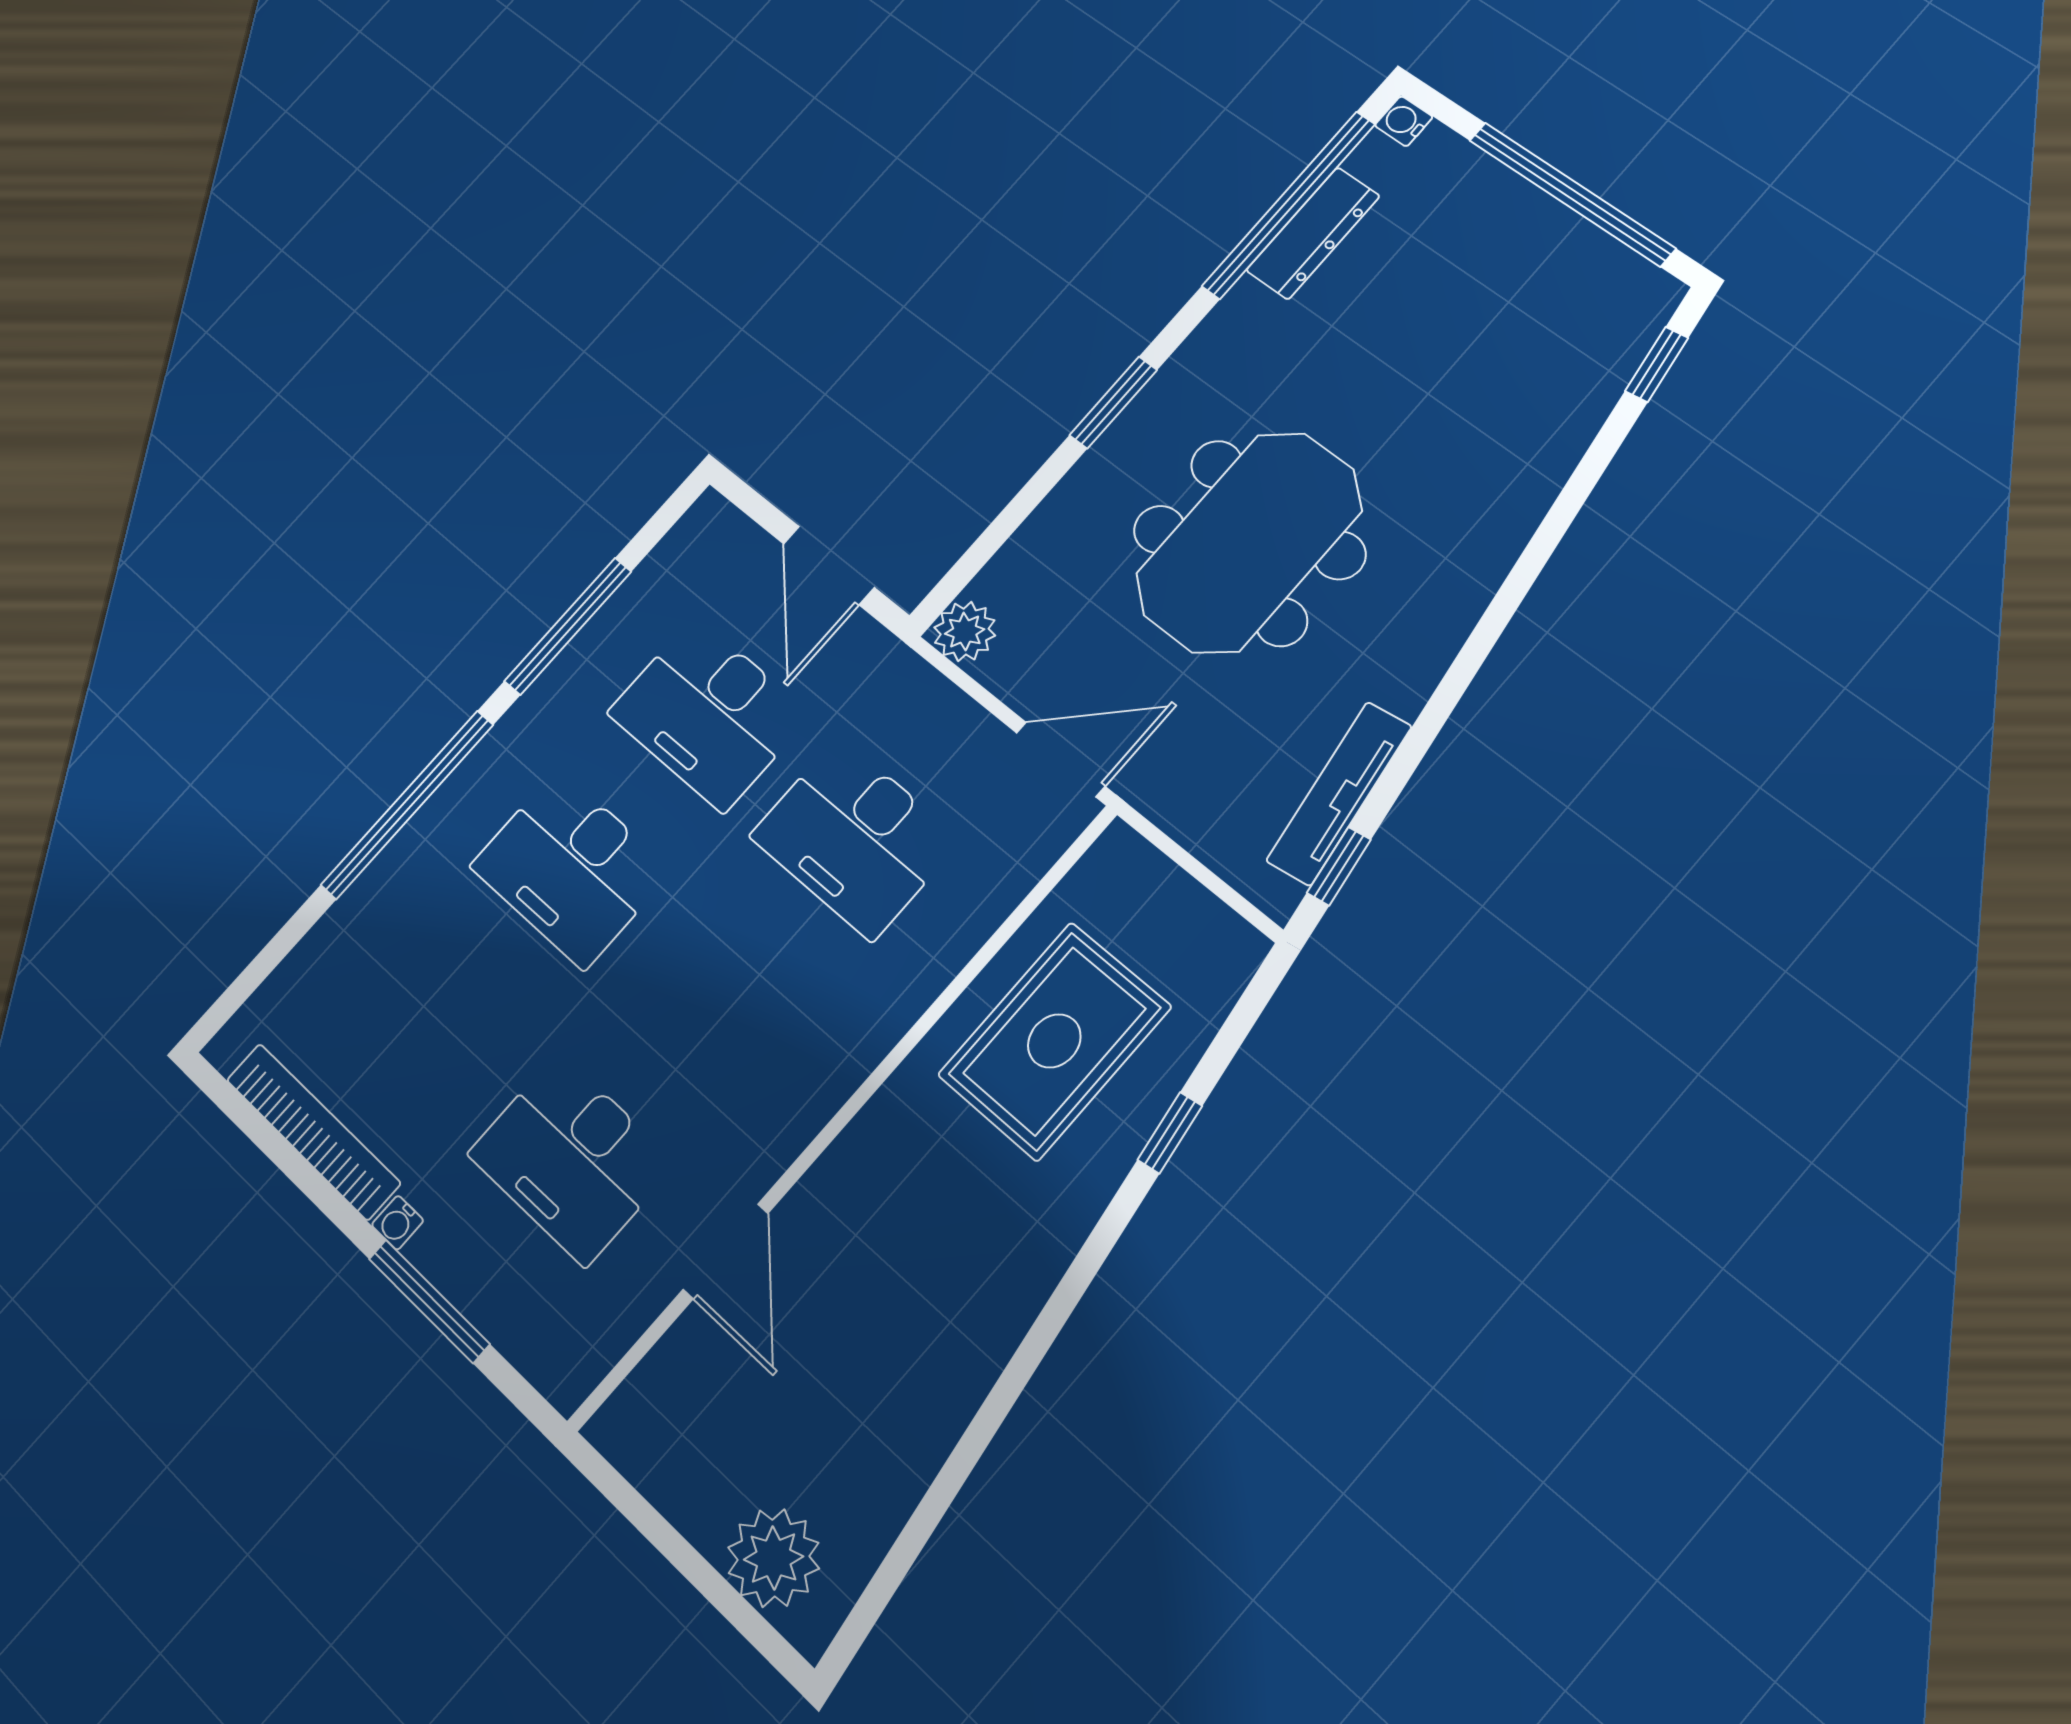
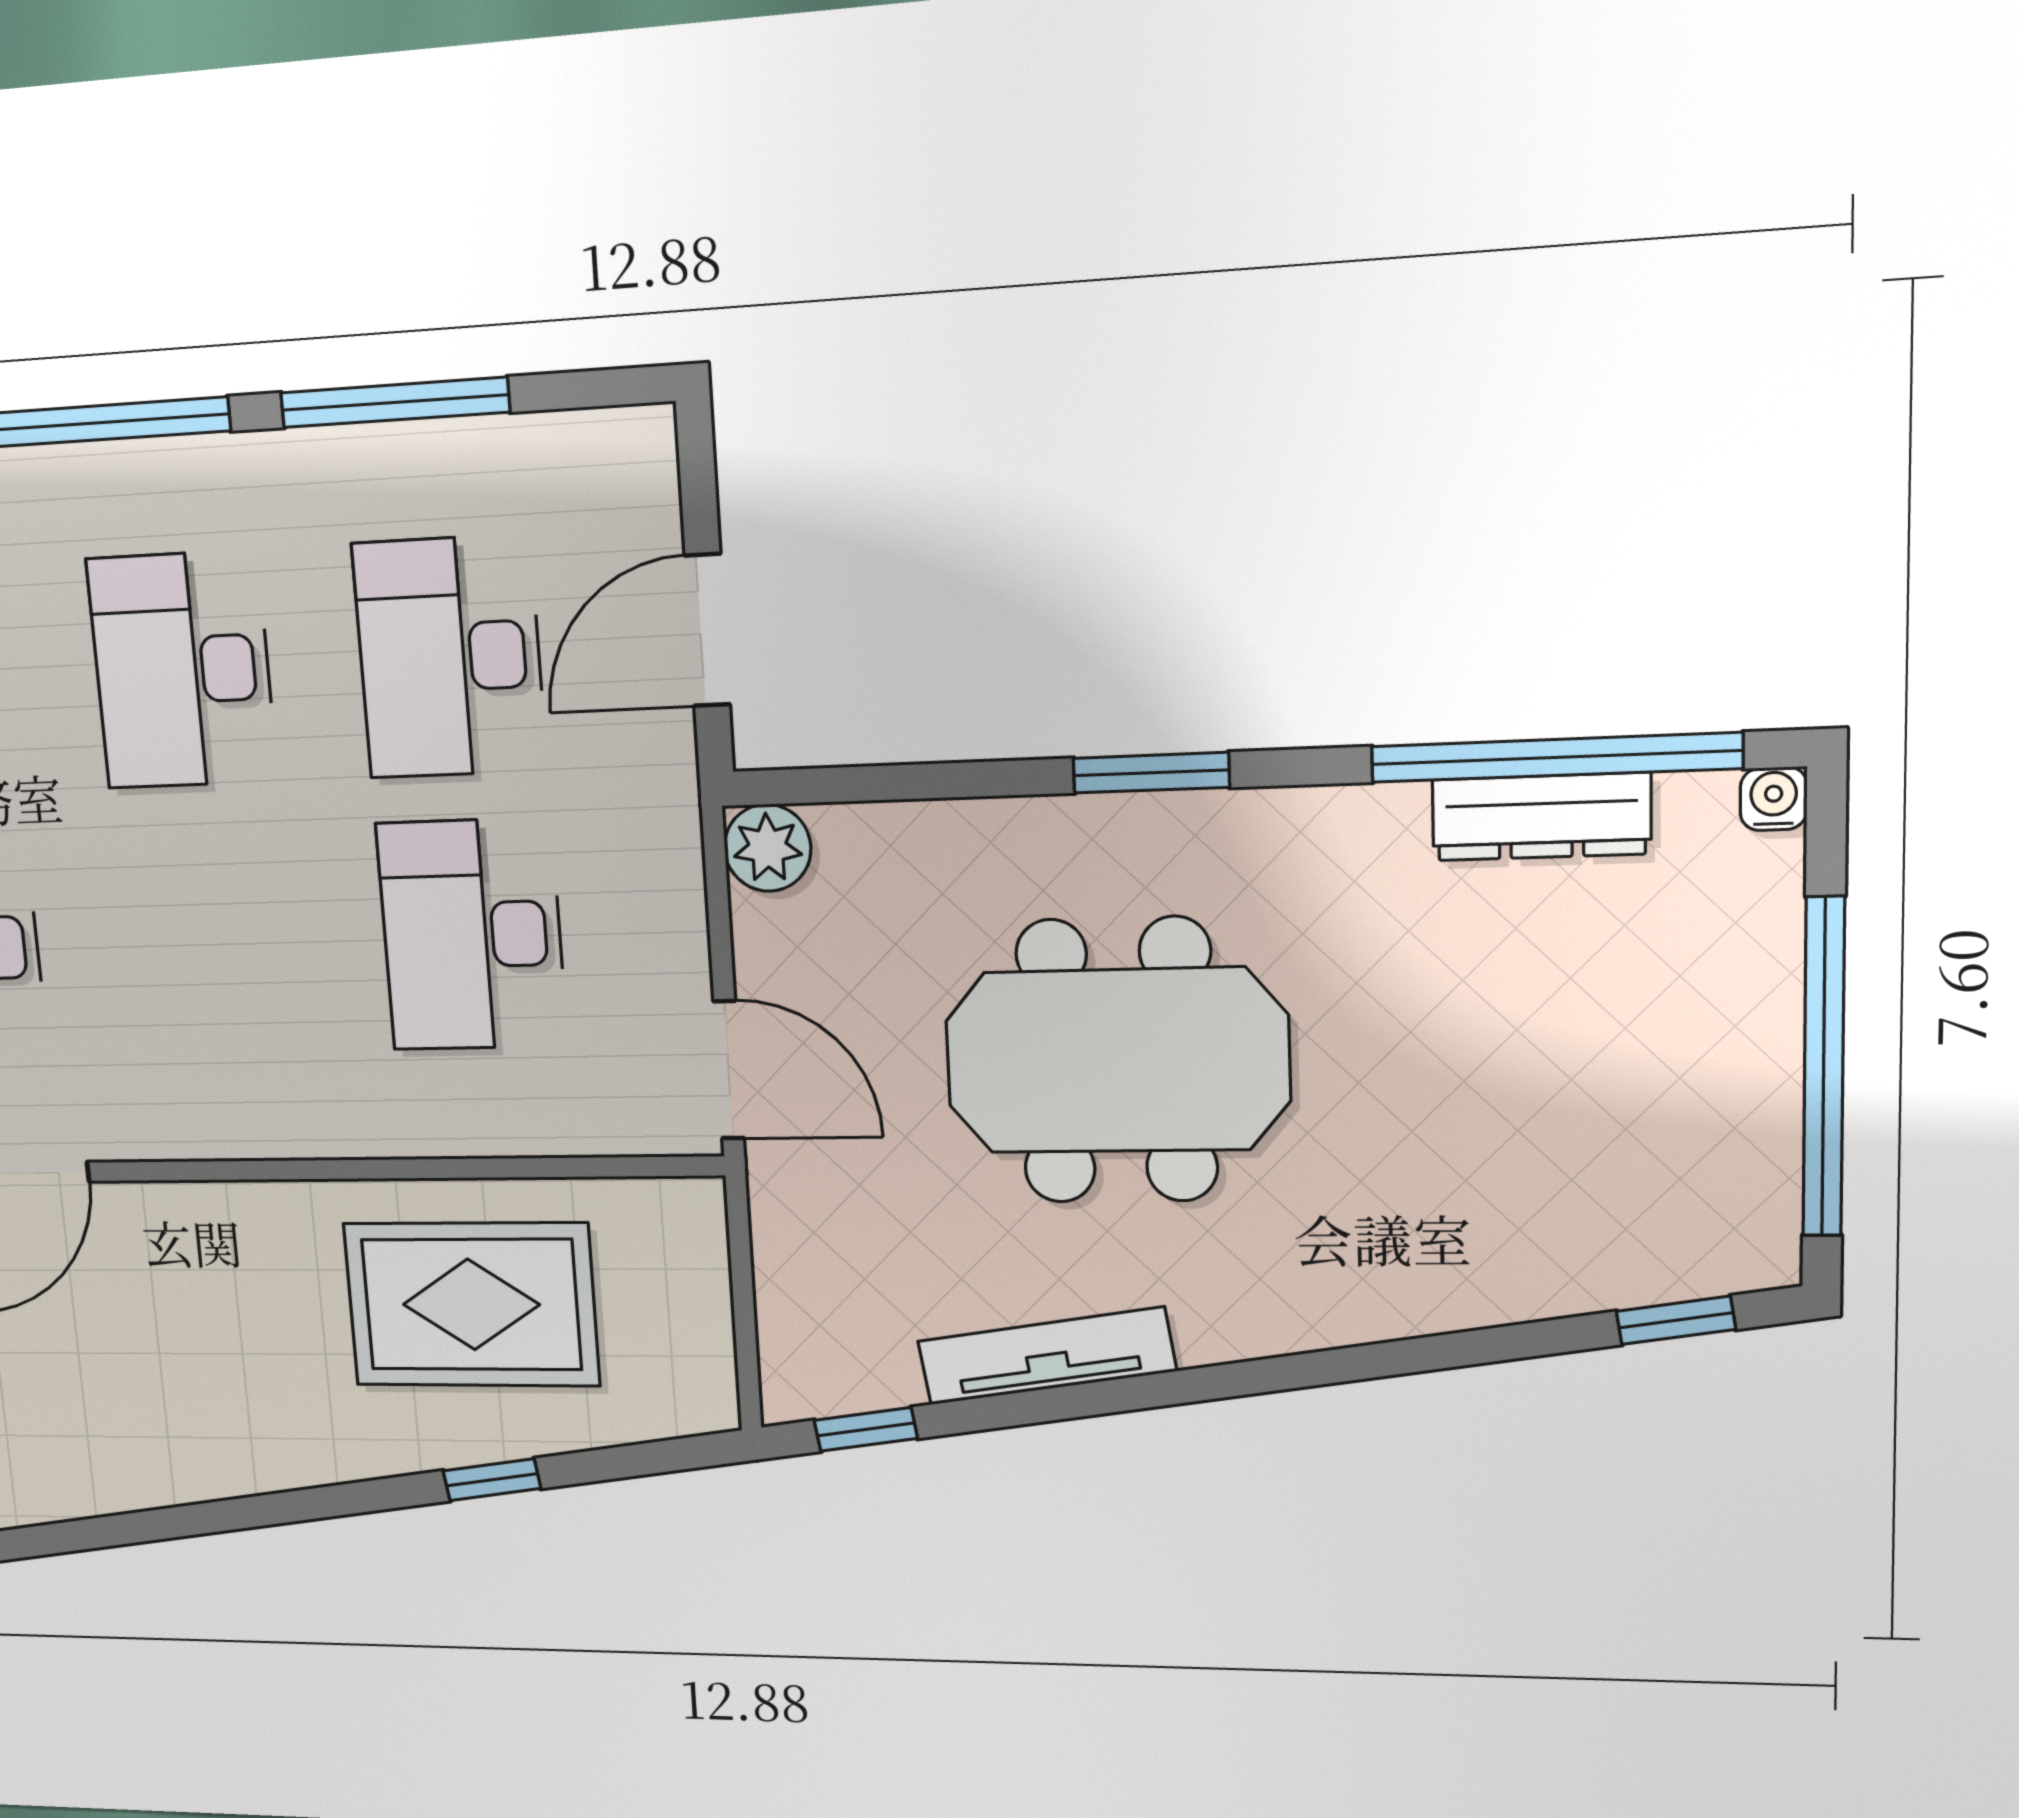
tv unit: (1339, 794) -> (1046, 1356), moved

